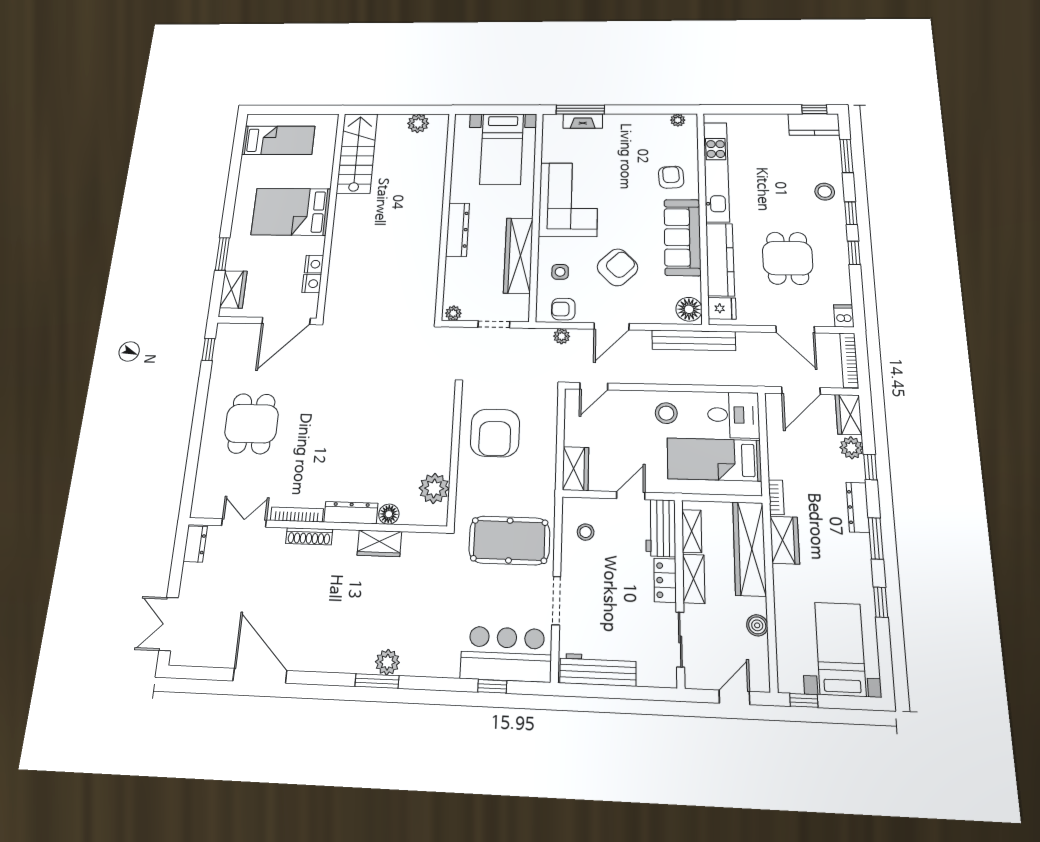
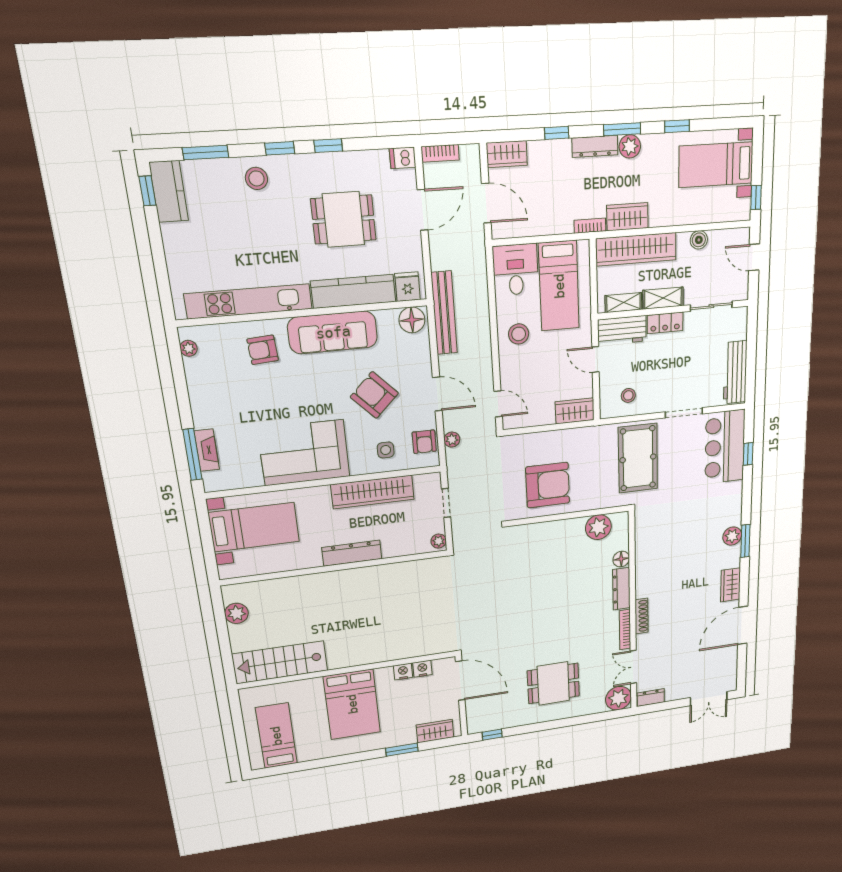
bookcase: (849, 360) -> (440, 153), width x0.64
plant: (851, 448) -> (630, 146), moved
plant: (208, 502) -> (618, 698), added
wardrobe: (379, 543) -> (731, 585), moved, turned 180

